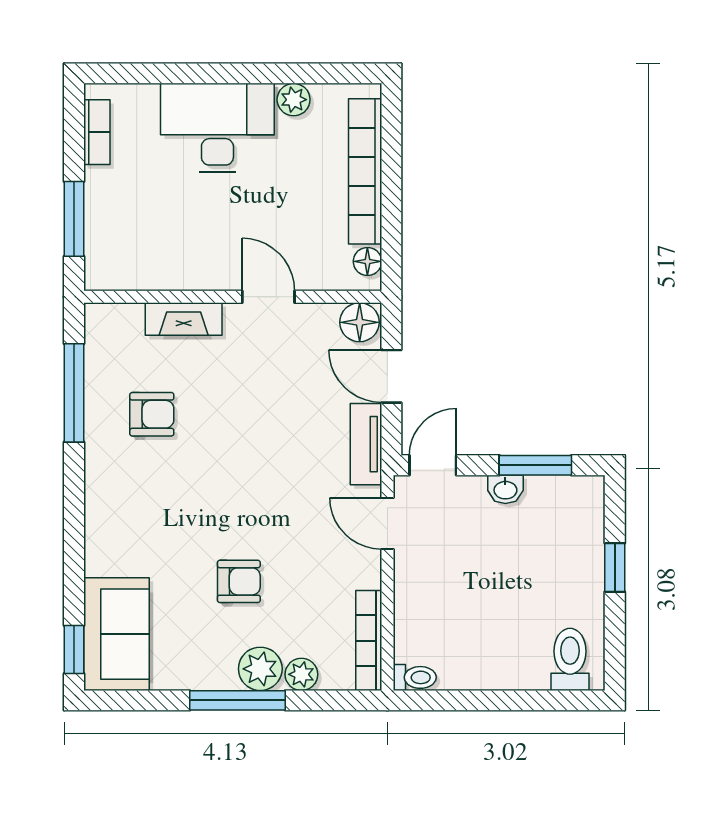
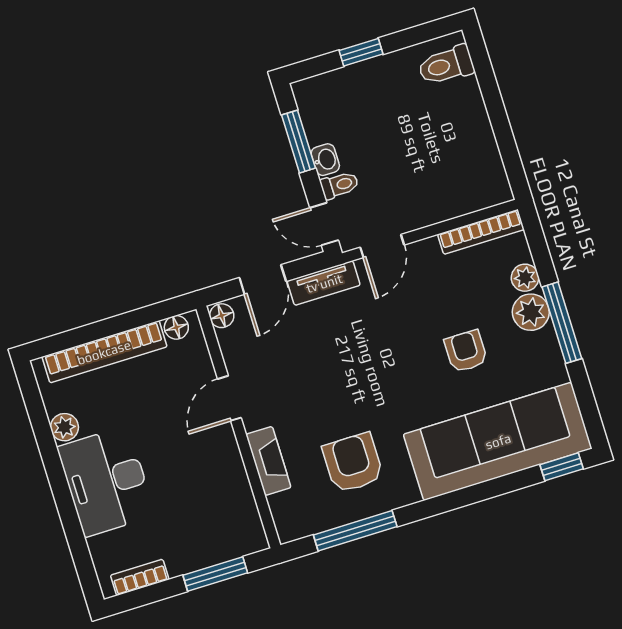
floor lamp: (360, 322) -> (222, 316), width x0.73, depth x0.73
armchair: (152, 414) -> (353, 463), width x1.38, depth x1.38
sofa: (116, 634) -> (498, 441), width x1.85, depth x1.27
toilet: (415, 677) -> (339, 185), moved, turned 90

